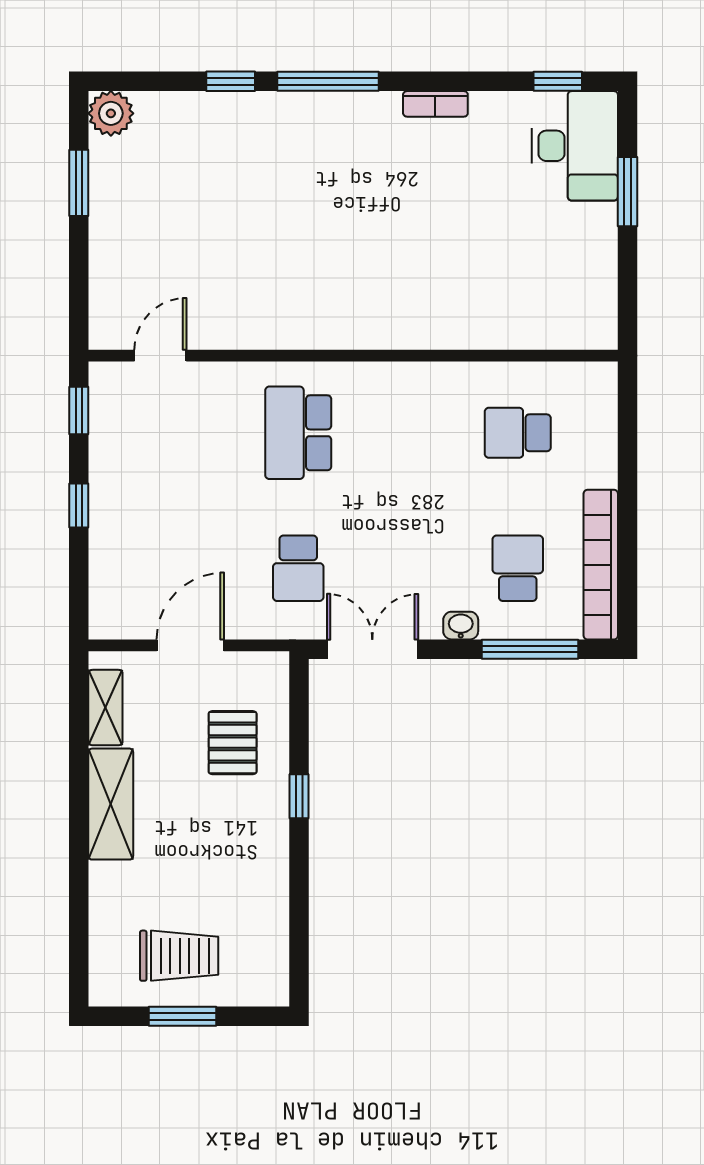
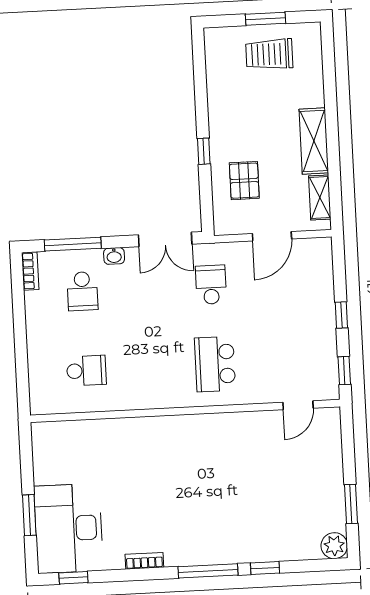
desk: (575, 146) -> (69, 528), width x1.36, depth x1.30
school desk: (298, 433) -> (215, 364), turned 180
bookcase: (601, 565) -> (30, 271), width x0.43, depth x0.76

